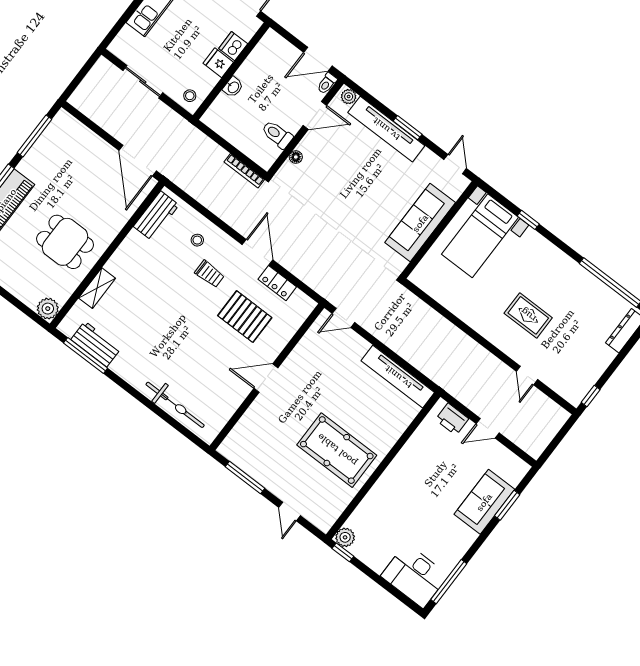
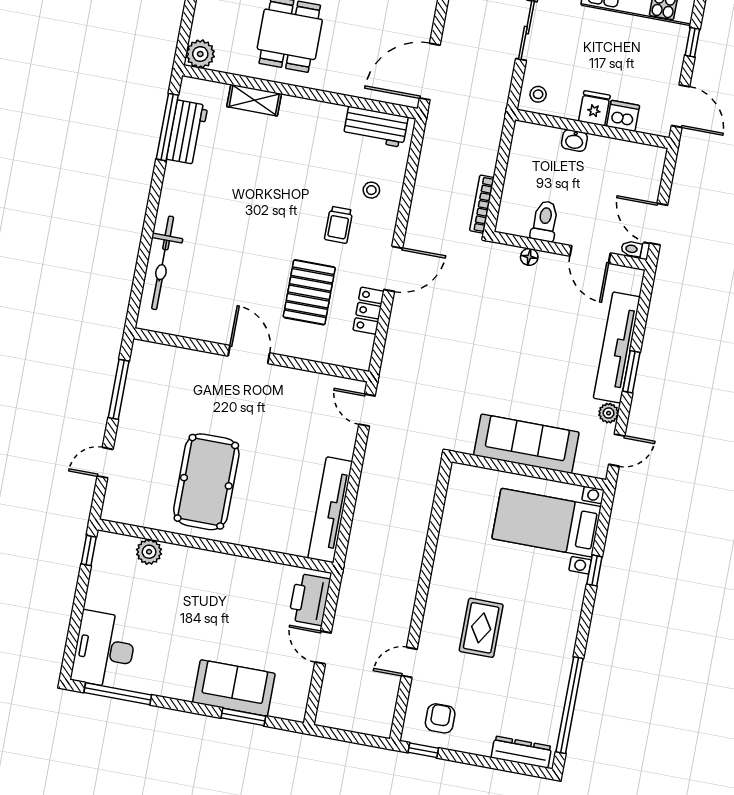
plant: (349, 97) -> (609, 413), moved
armchair: (575, 374) -> (440, 718), added
printer: (452, 419) -> (310, 599), width x1.37, depth x1.19
plant: (345, 537) -> (149, 552), moved

